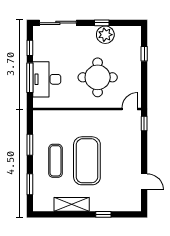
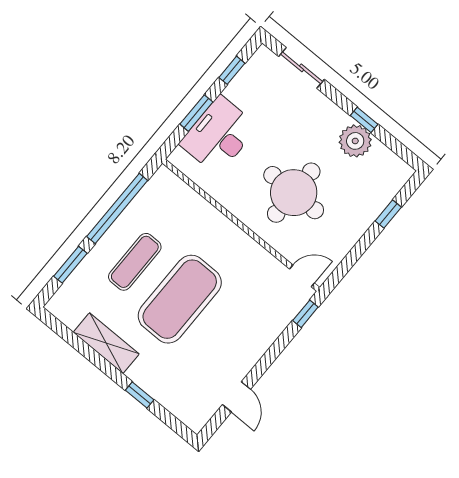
sliding door: (58, 23) -> (302, 68), width x0.73
window: (30, 78) -> (196, 113), width x0.69
window: (30, 145) -> (117, 208), width x2.11

